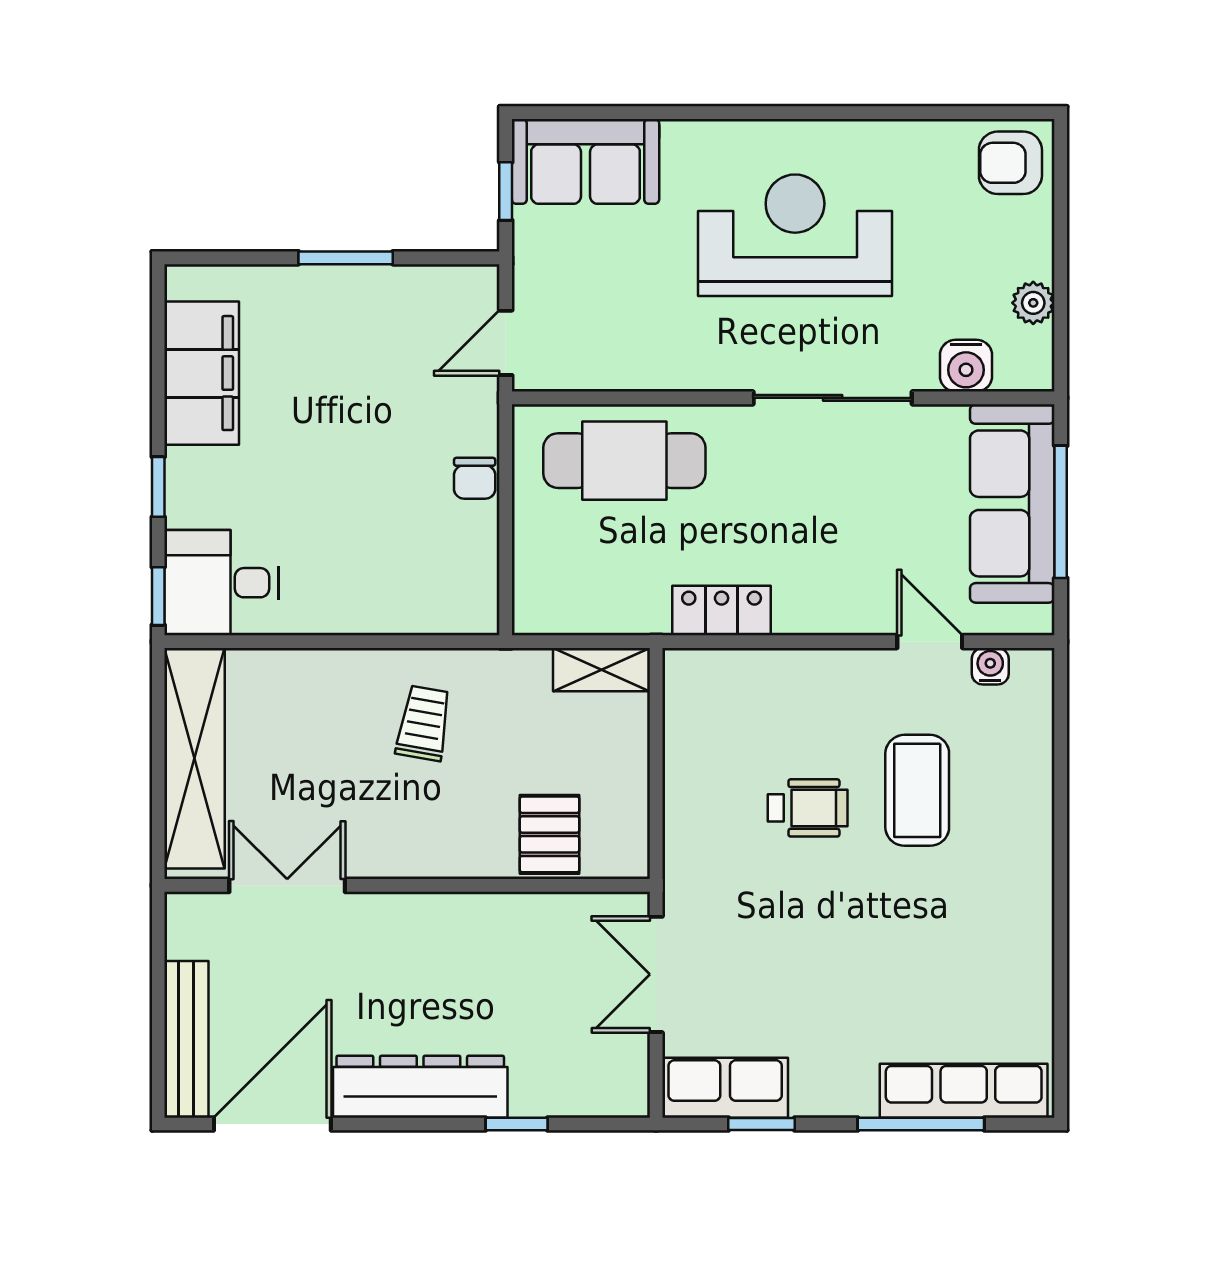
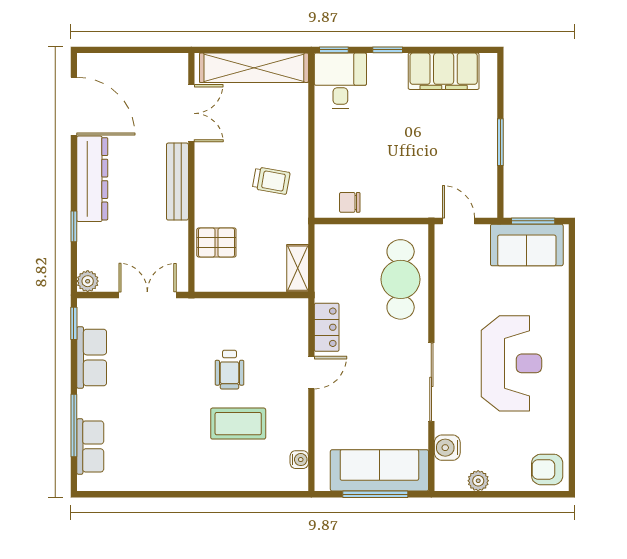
sofa: (585, 161) -> (527, 245), moved, turned -90
armchair: (1010, 163) -> (547, 469), turned -90
window: (506, 191) -> (533, 221), width x1.50
chair: (475, 478) -> (350, 202), moved
door: (930, 642) -> (311, 373), moved
bench: (186, 1039) -> (177, 182), moved, turned 90
row of seats: (725, 1088) -> (92, 357), moved
row of seats: (964, 1091) -> (90, 446), width x0.68
plant: (628, 1096) -> (88, 281), added
window: (761, 1124) -> (74, 323), moved

